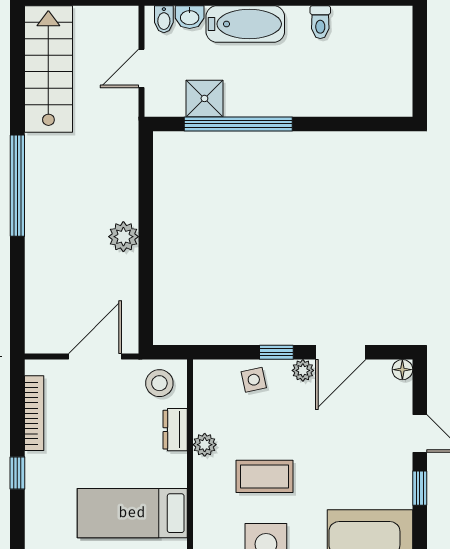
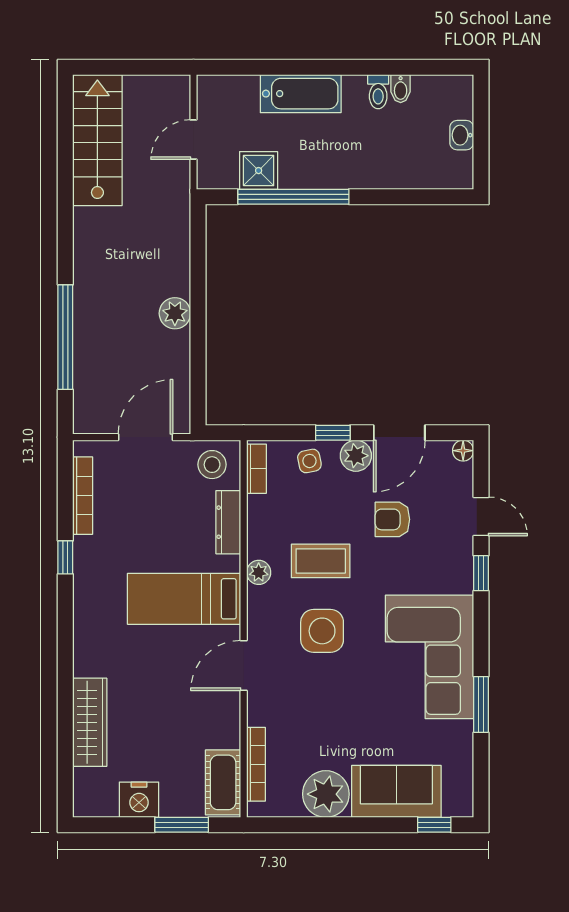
washbasin: (190, 17) -> (462, 135), moved, turned 90
bidet: (164, 19) -> (401, 89), moved
window: (17, 186) -> (65, 337), moved
plant: (303, 370) -> (356, 456), width x1.38, depth x1.38
bookcase: (202, 387) -> (256, 469), added
dresser: (175, 430) -> (228, 522), width x1.44
armchair: (334, 436) -> (392, 519), added
plant: (205, 445) -> (259, 572), moved

